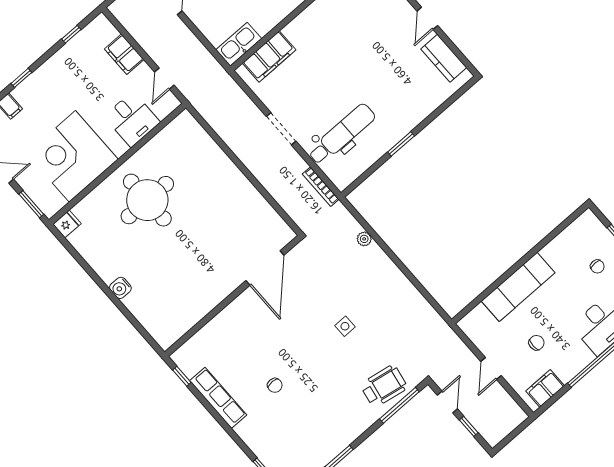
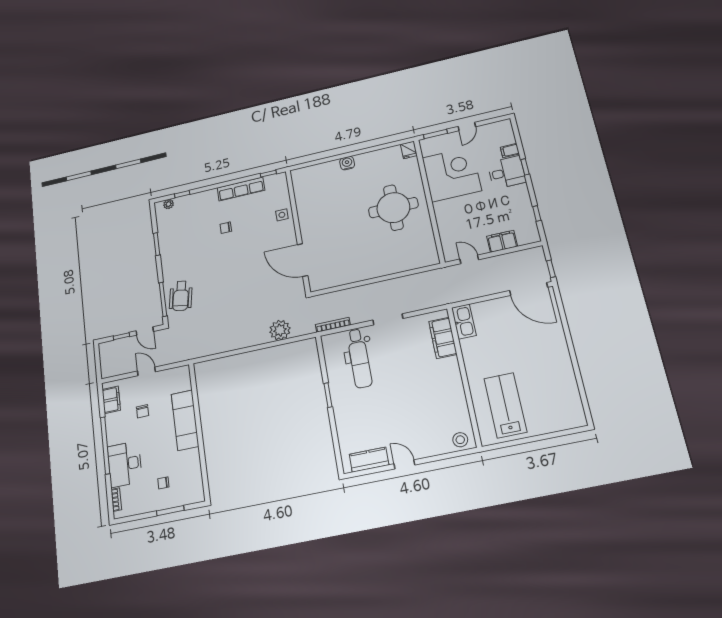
desk: (132, 119) -> (507, 172), moved, turned 180
plant: (364, 239) -> (280, 330), width x1.87, depth x1.87
side table: (345, 326) -> (282, 215), moved

